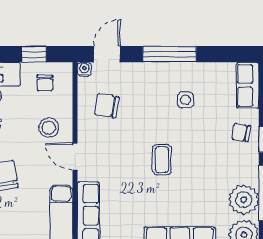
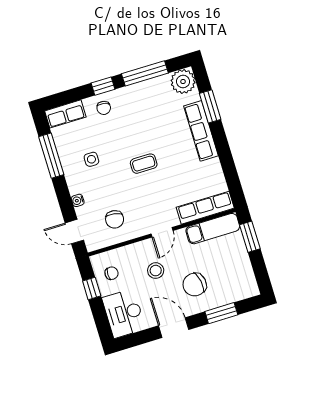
window: (170, 54) -> (51, 156), moved
water cooler: (84, 69) -> (78, 200), moved
stool: (49, 128) -> (156, 271), moved
plant: (244, 200) -> (156, 90), removed

